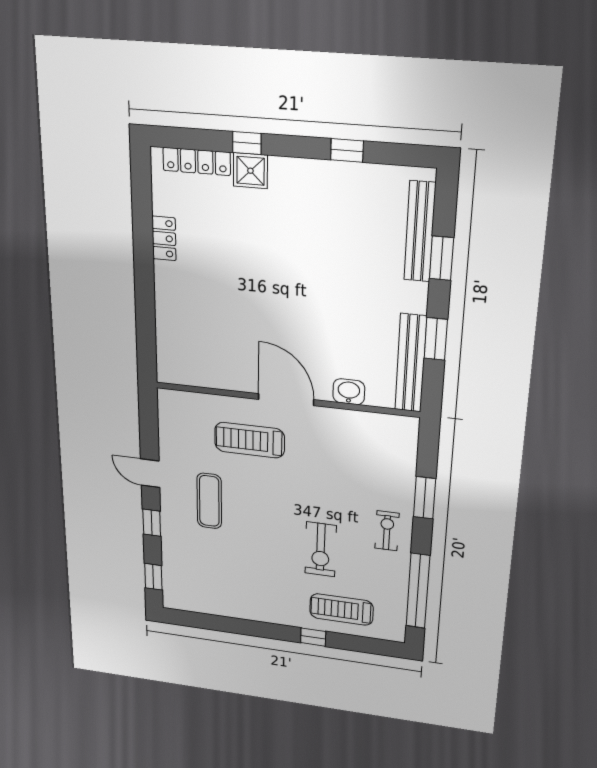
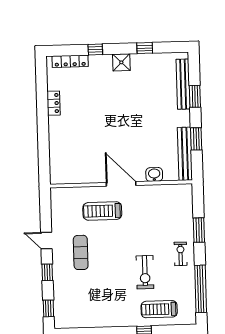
shower: (250, 171) -> (121, 62), moved

